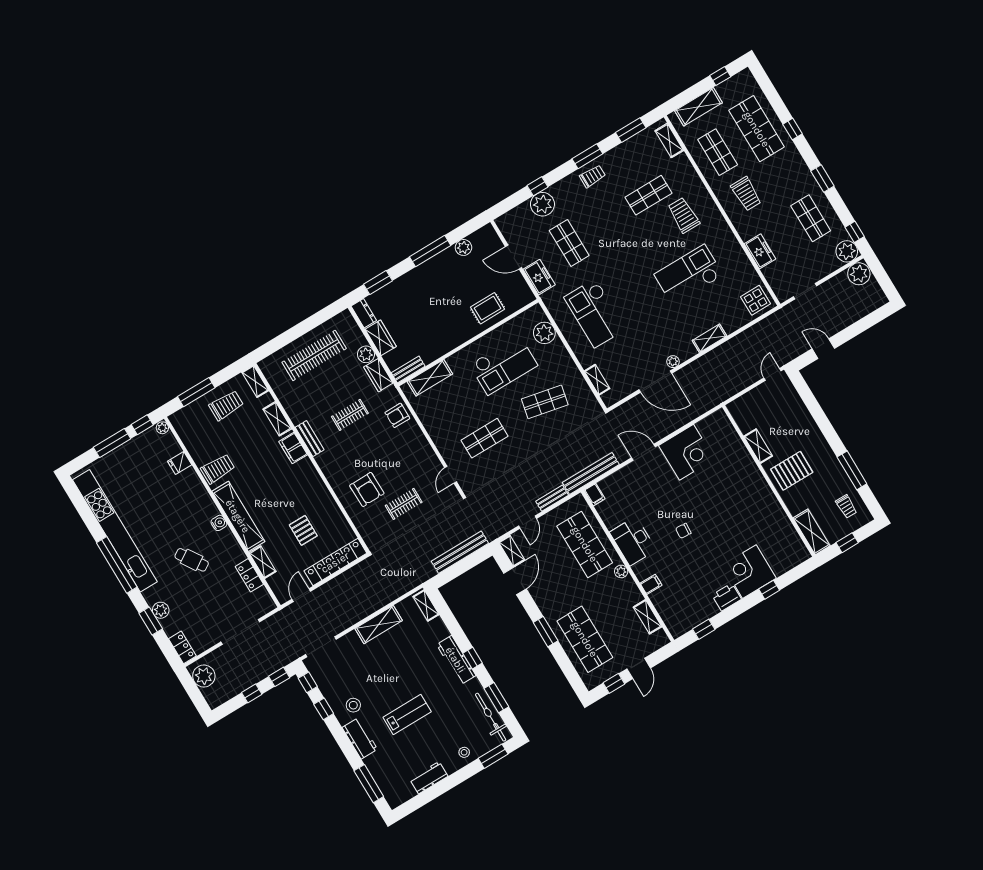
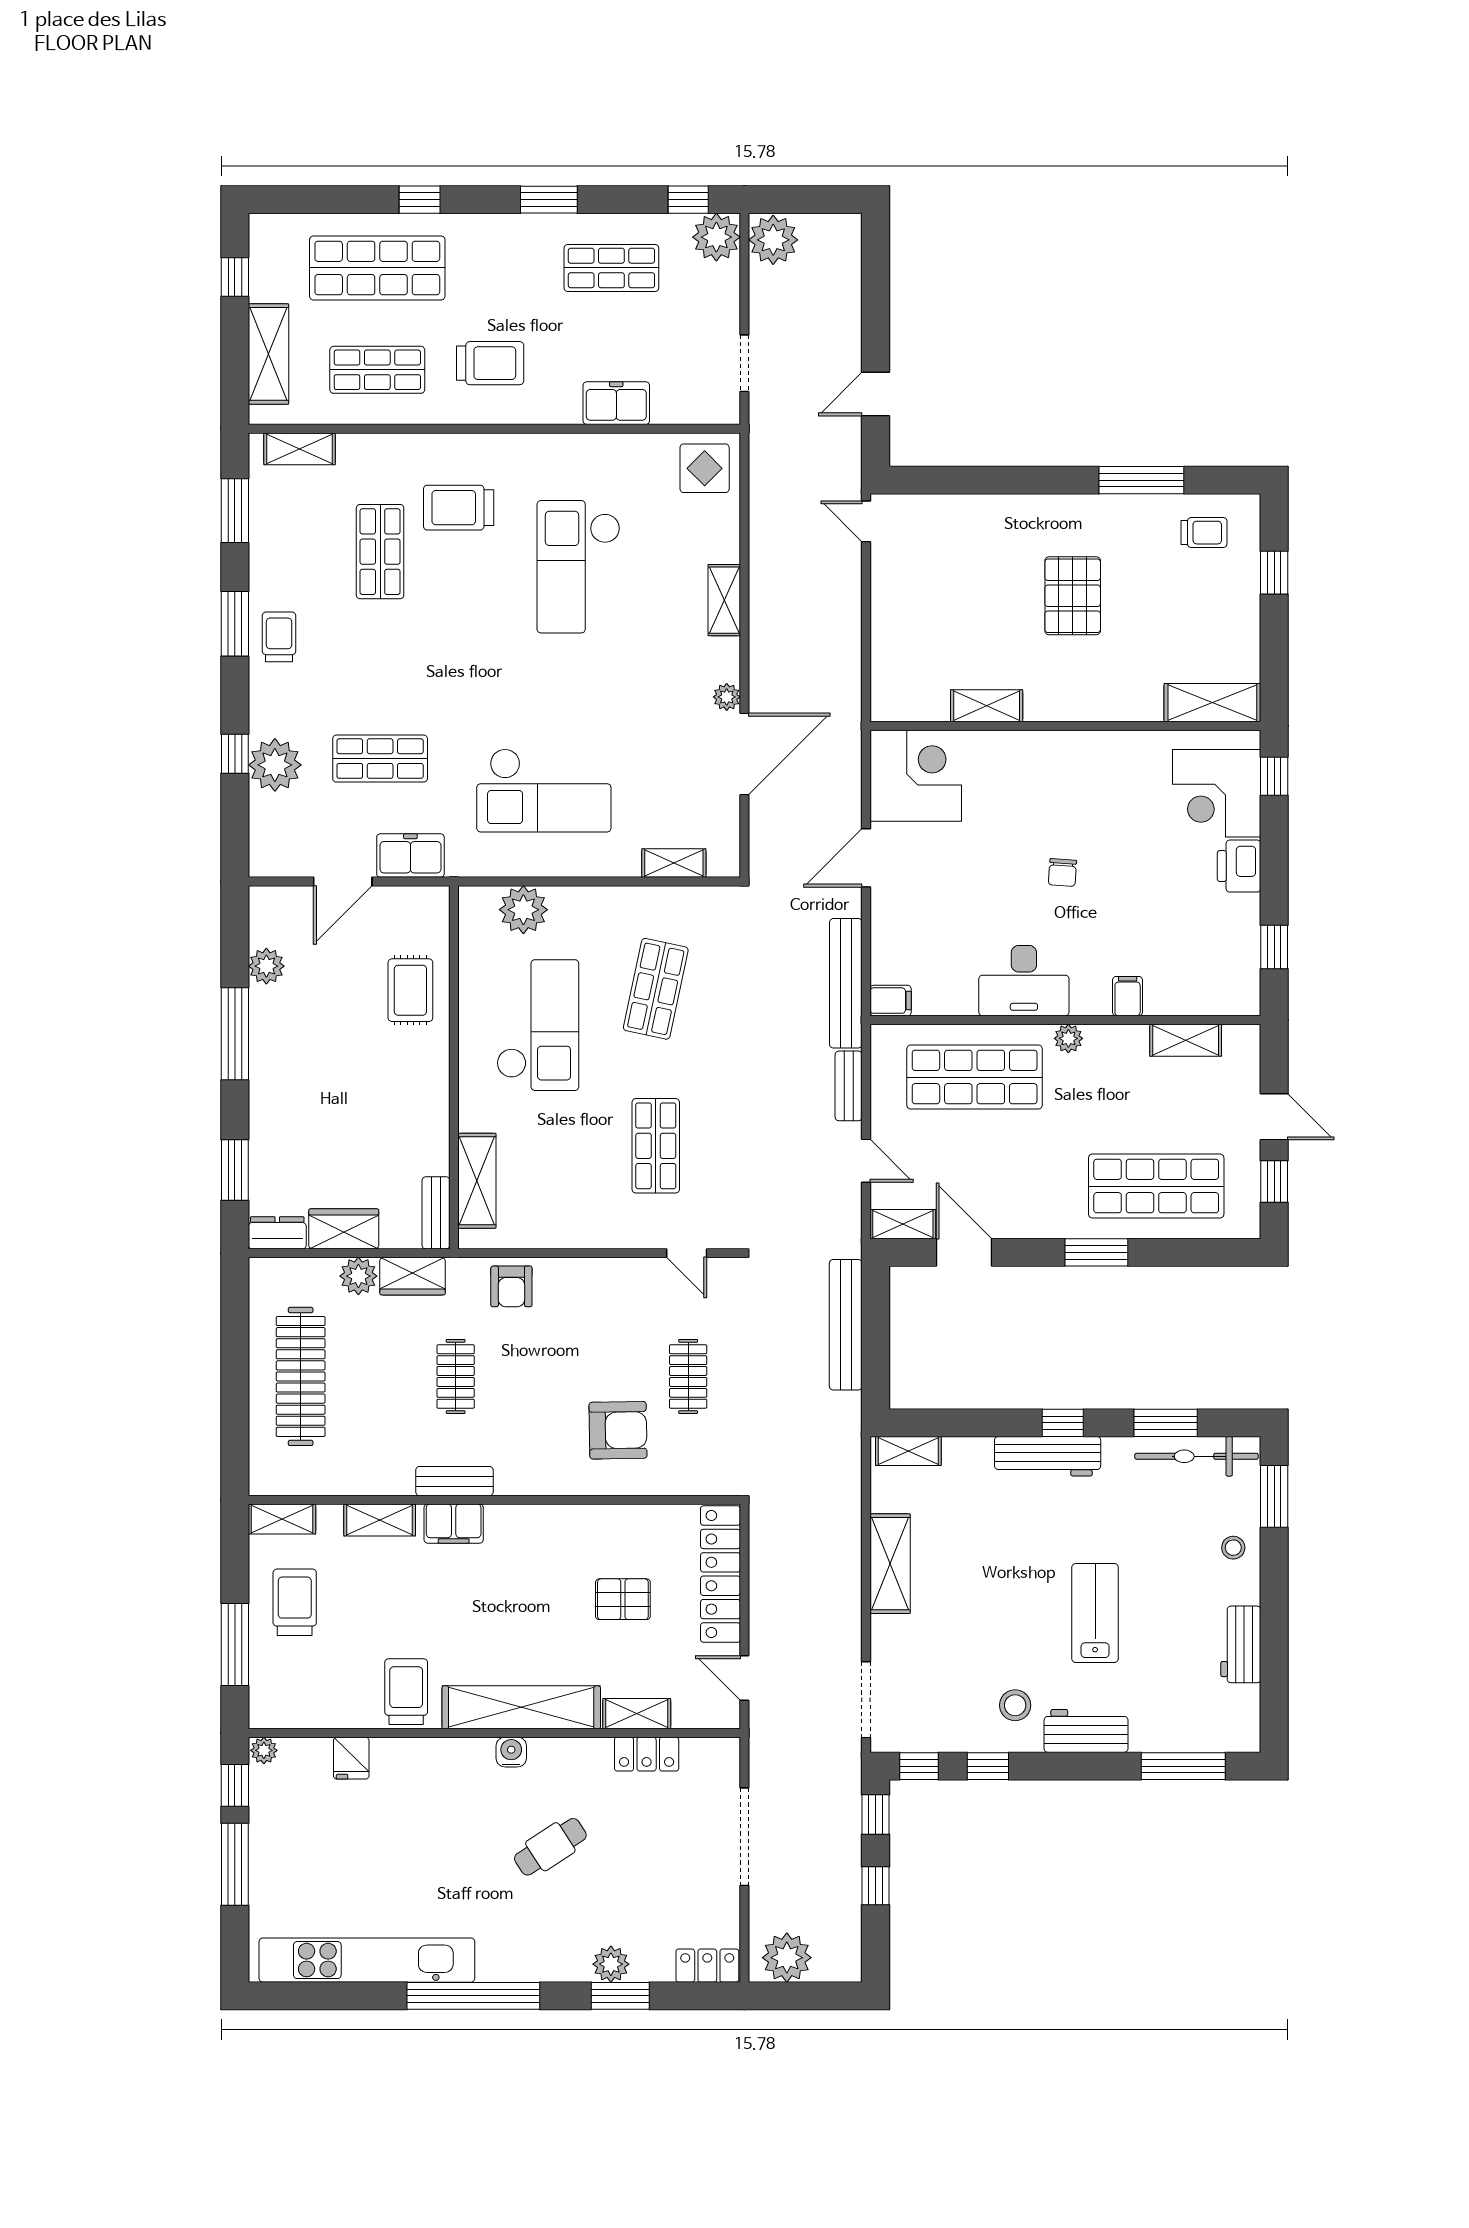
shelving: (758, 446) -> (987, 706), moved
wall: (769, 481) -> (1065, 726), moved
kitchen unit: (115, 531) -> (367, 1960), width x0.73
shelving: (812, 532) -> (1212, 703), moved

